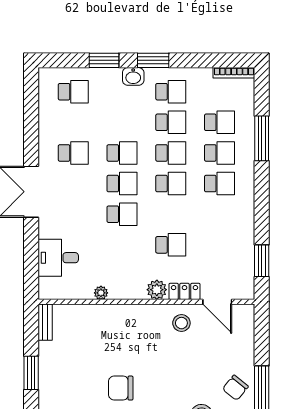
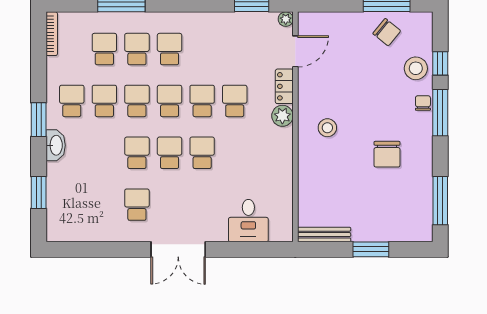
window: (104, 60) -> (39, 192), moved
washbasin: (133, 76) -> (56, 145), width x1.38
school desk: (73, 92) -> (202, 101), moved
plant: (101, 293) -> (286, 19), moved
bench: (45, 322) -> (324, 235), width x1.36
stool: (181, 323) -> (327, 128), moved

